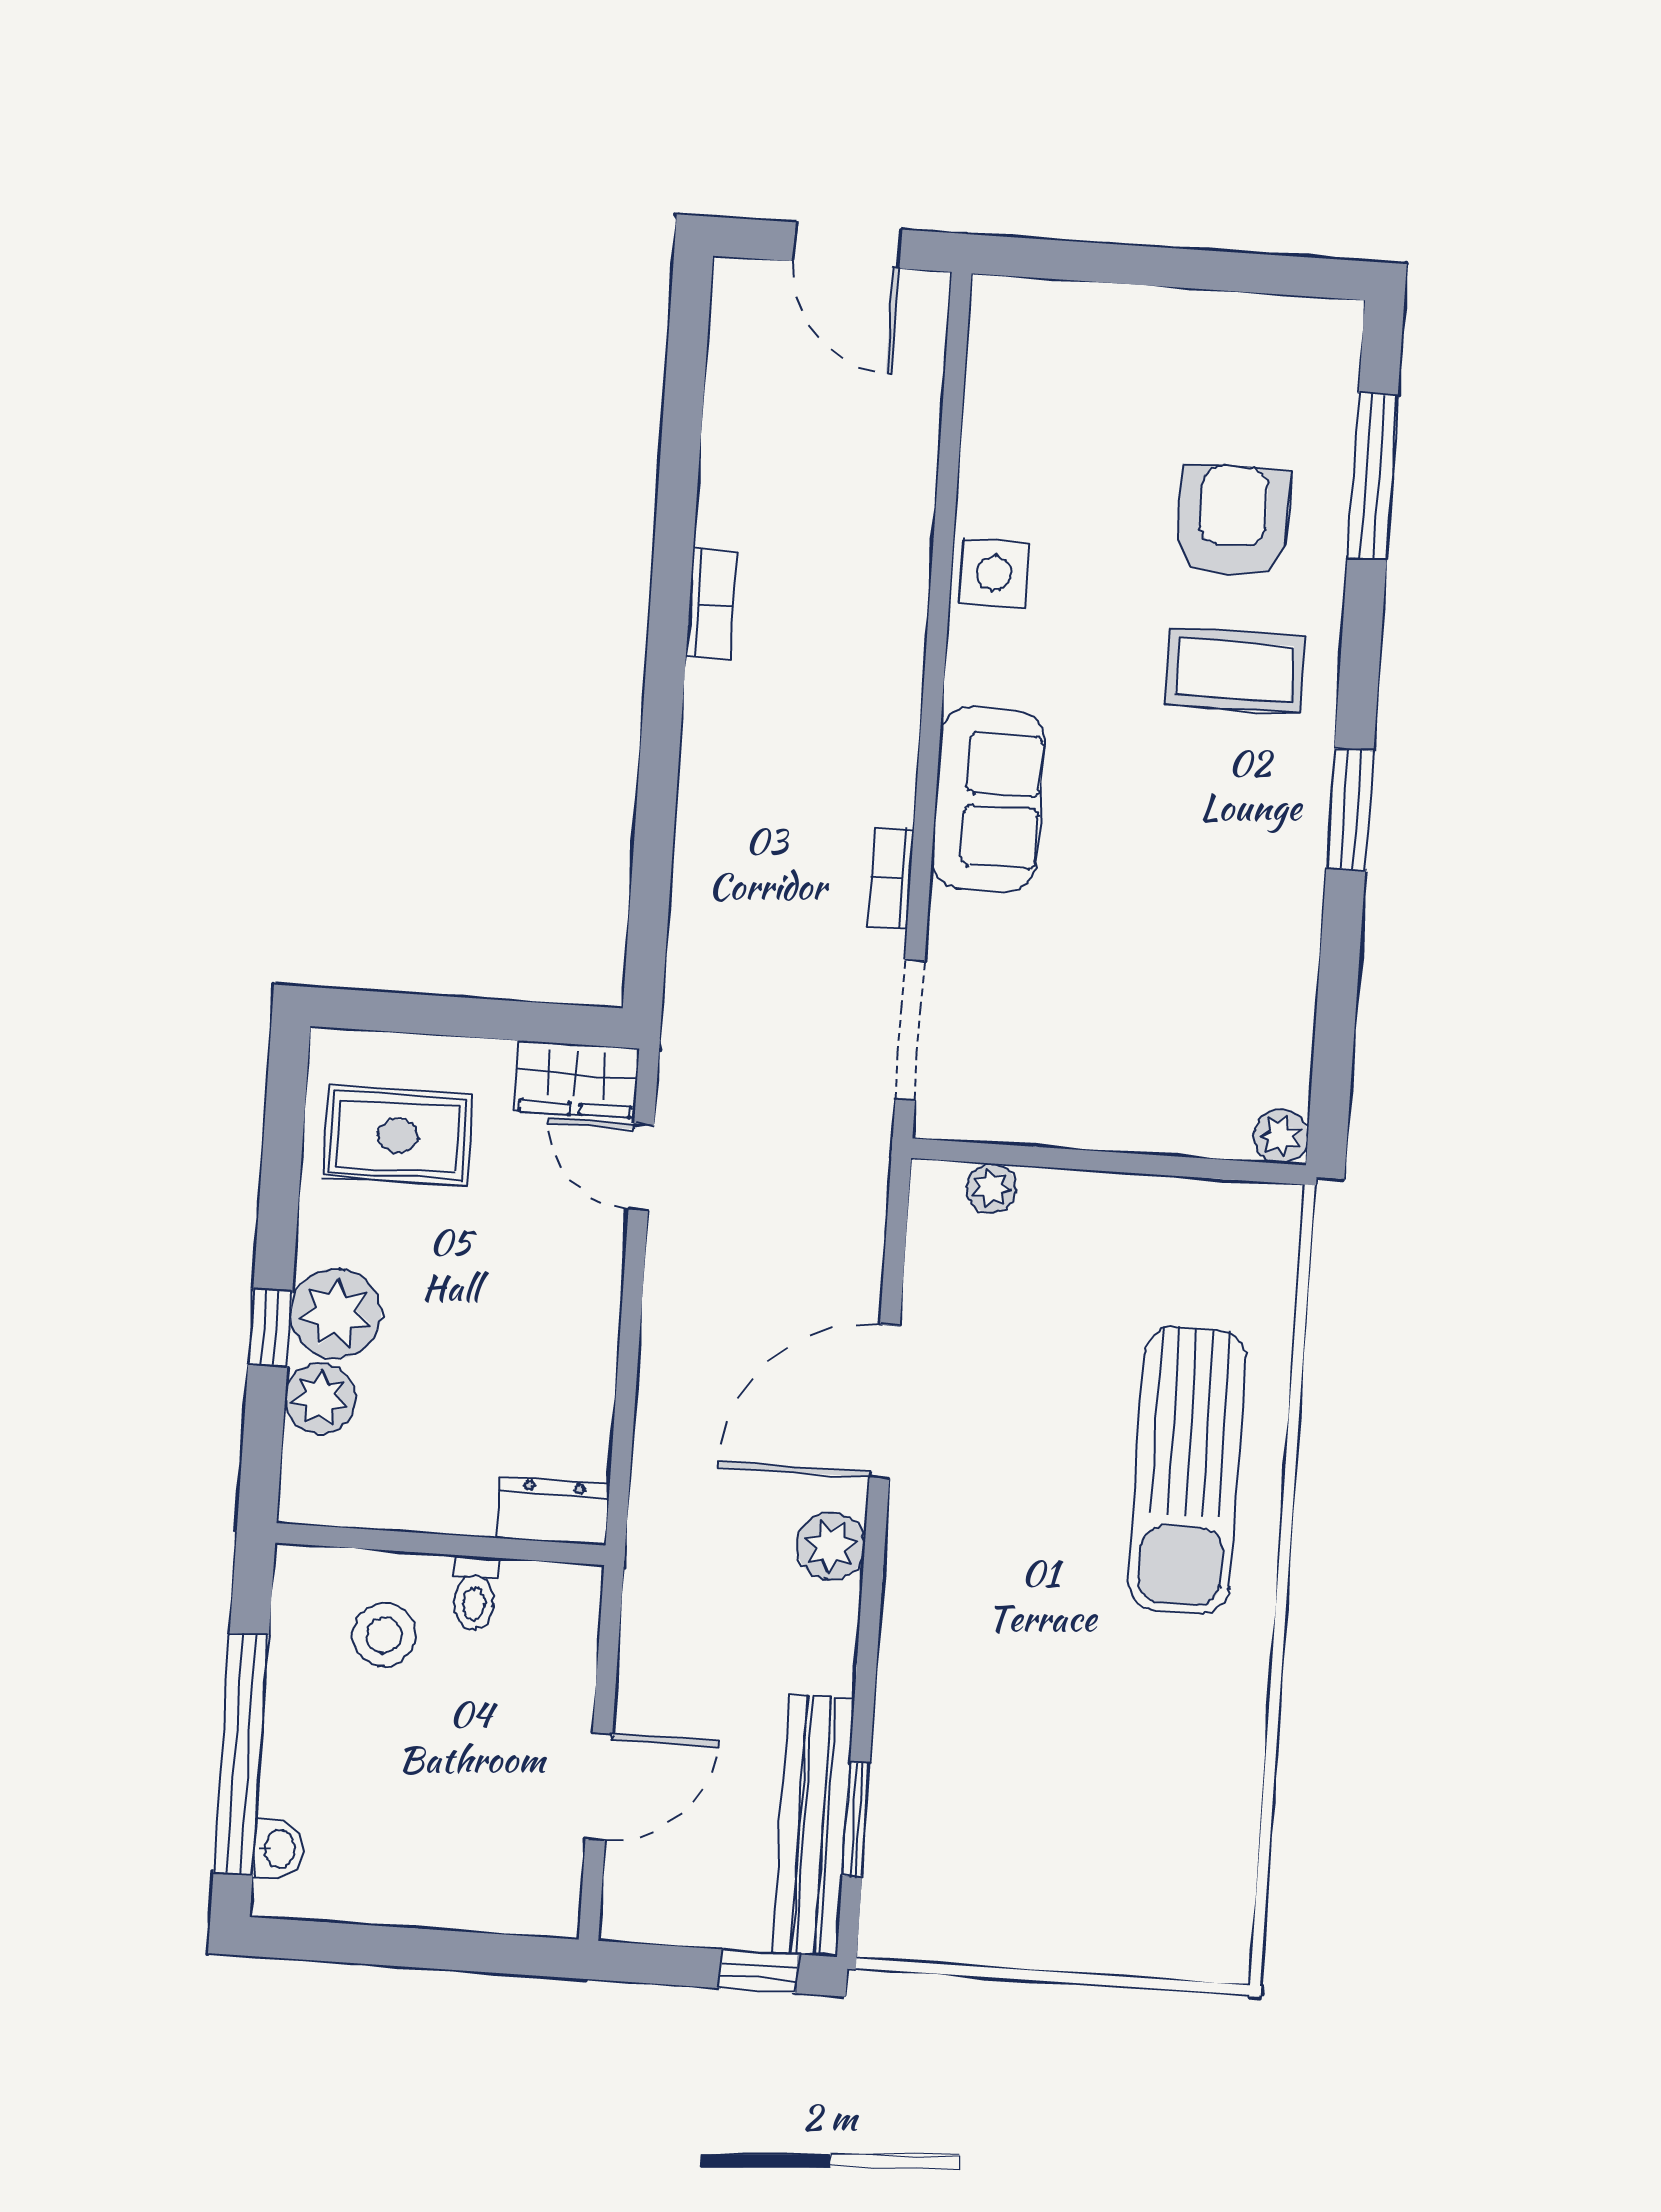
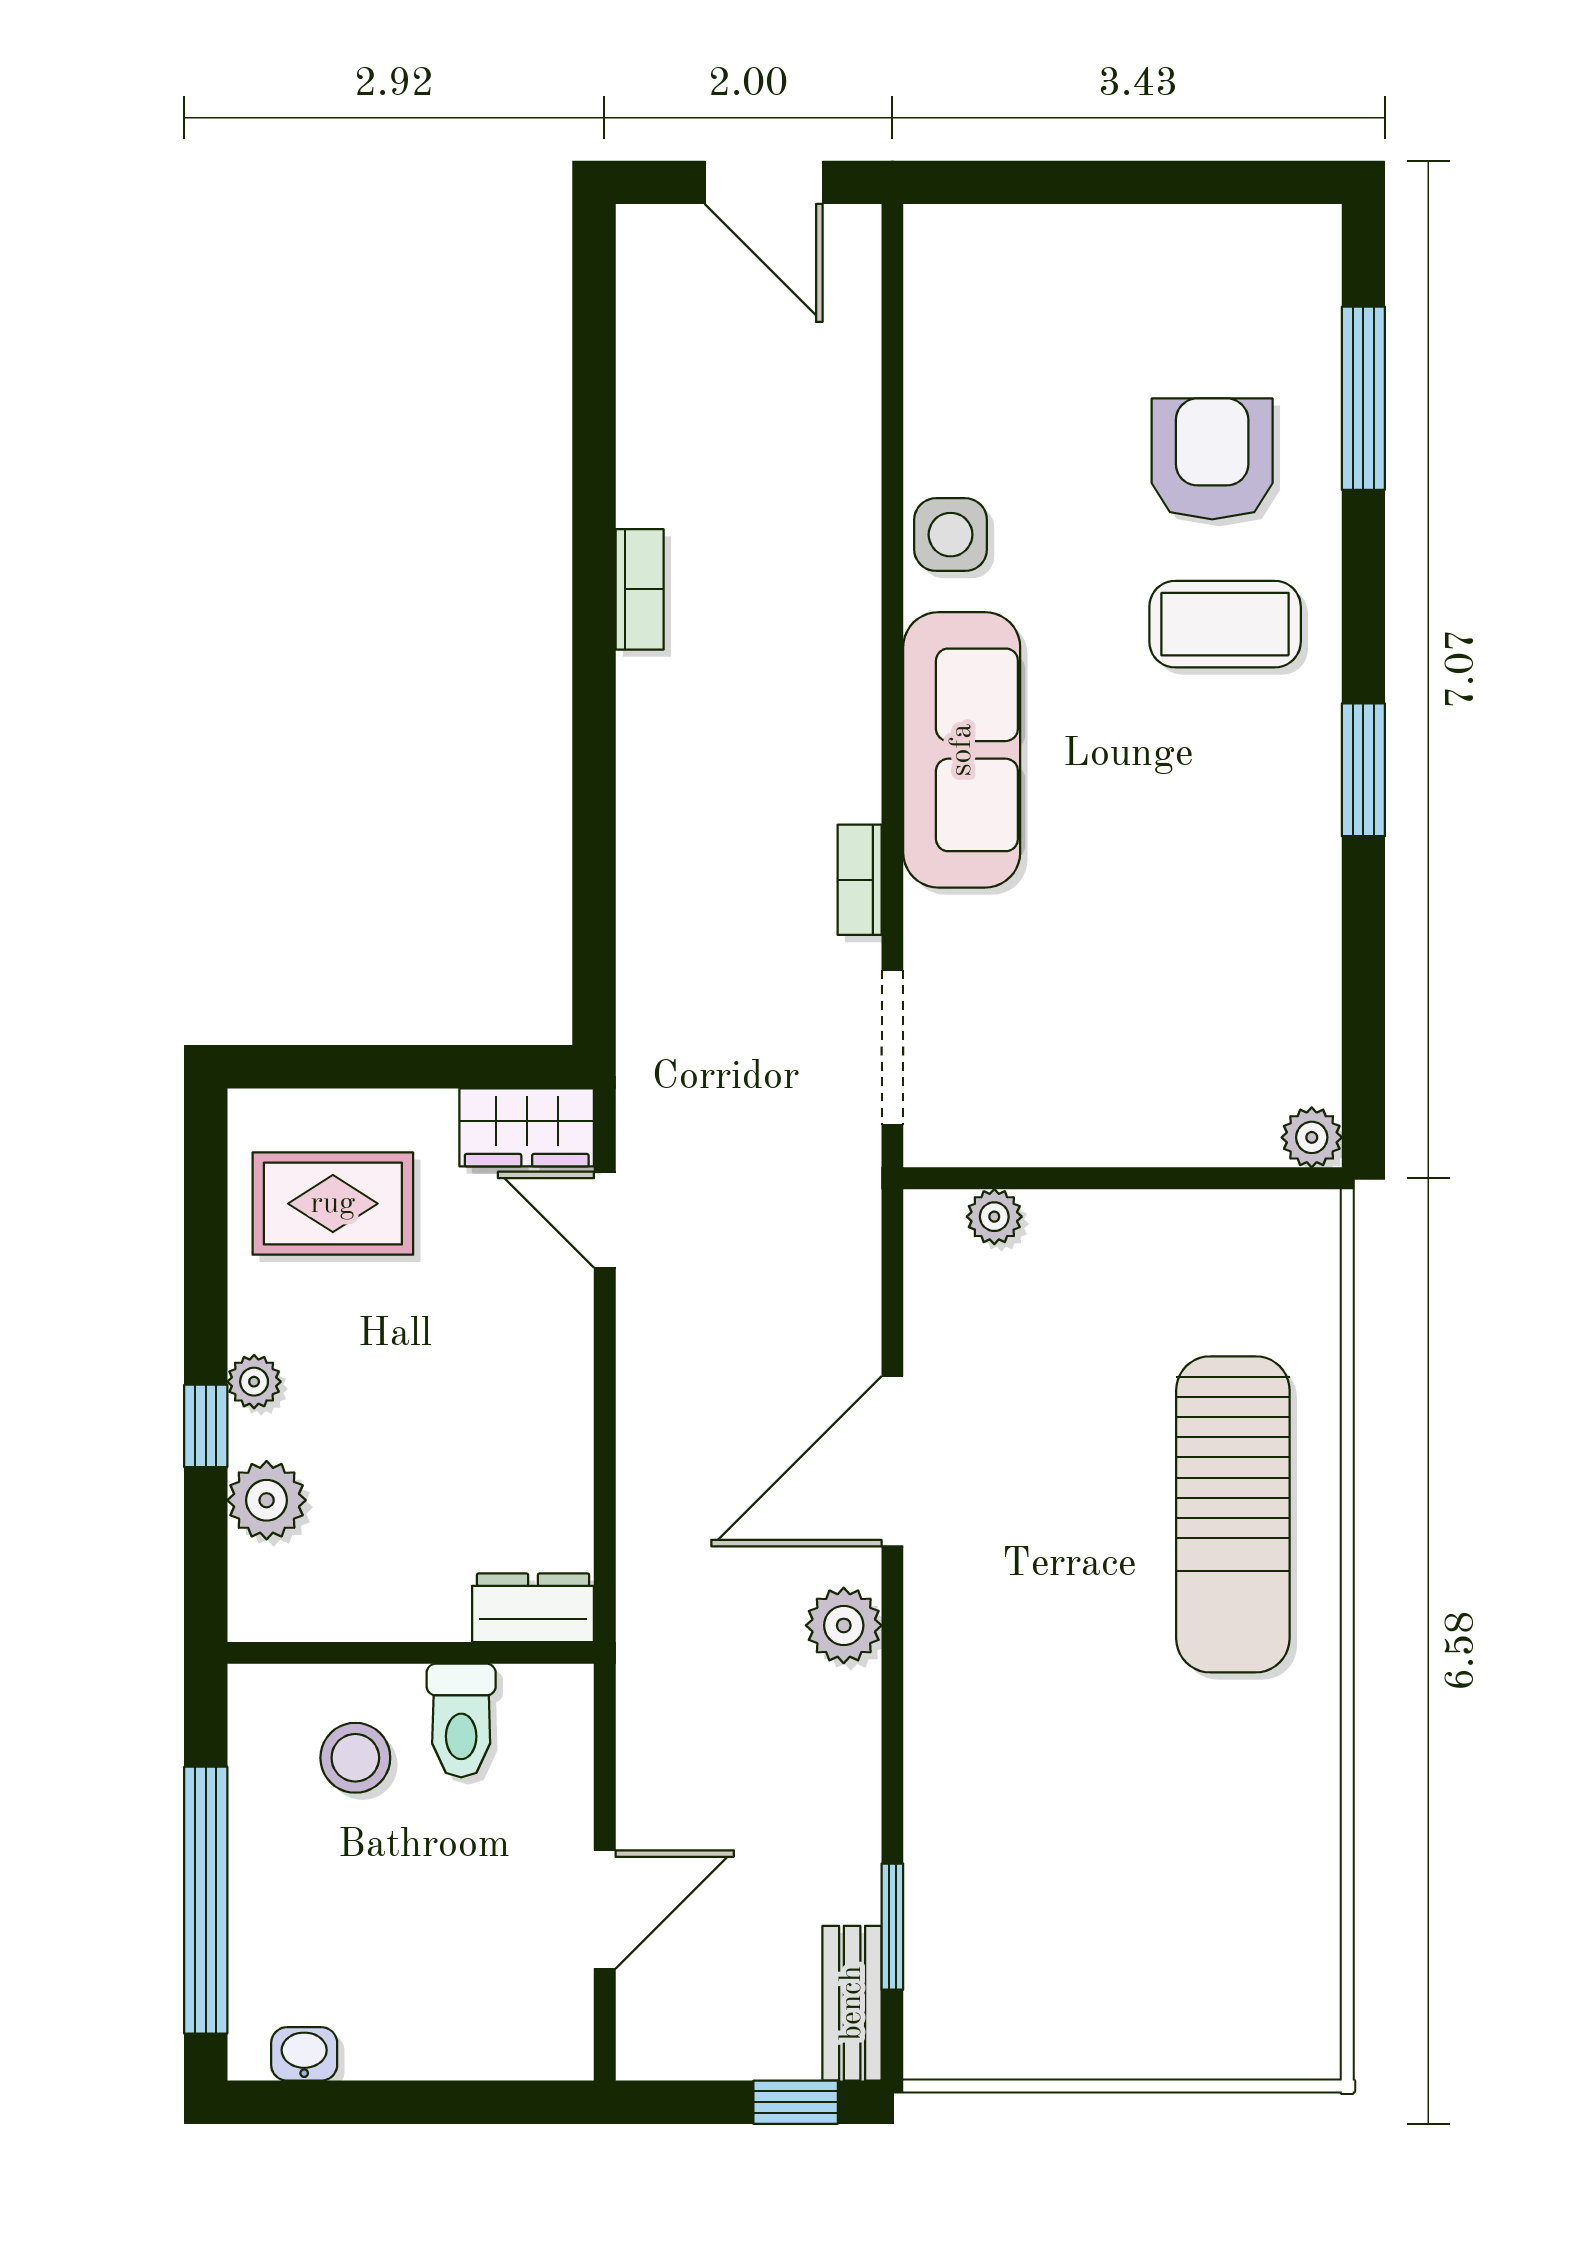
sofa: (988, 800) -> (962, 750), width x1.36
plant: (336, 1313) -> (254, 1382), width x0.53, depth x0.53
toilet: (474, 1593) -> (461, 1721), width x1.37, depth x1.39
bench: (814, 1825) -> (852, 2003), width x0.54, depth x0.82
washbasin: (278, 1849) -> (304, 2054), moved, turned -90

